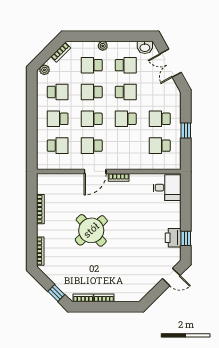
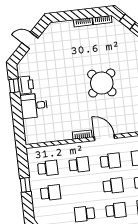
school desk: (126, 119) -> (79, 165), moved
door: (95, 171) -> (104, 138), hinge flipped
desk: (167, 188) -> (34, 106), moved
door: (171, 277) -> (30, 41), moved

